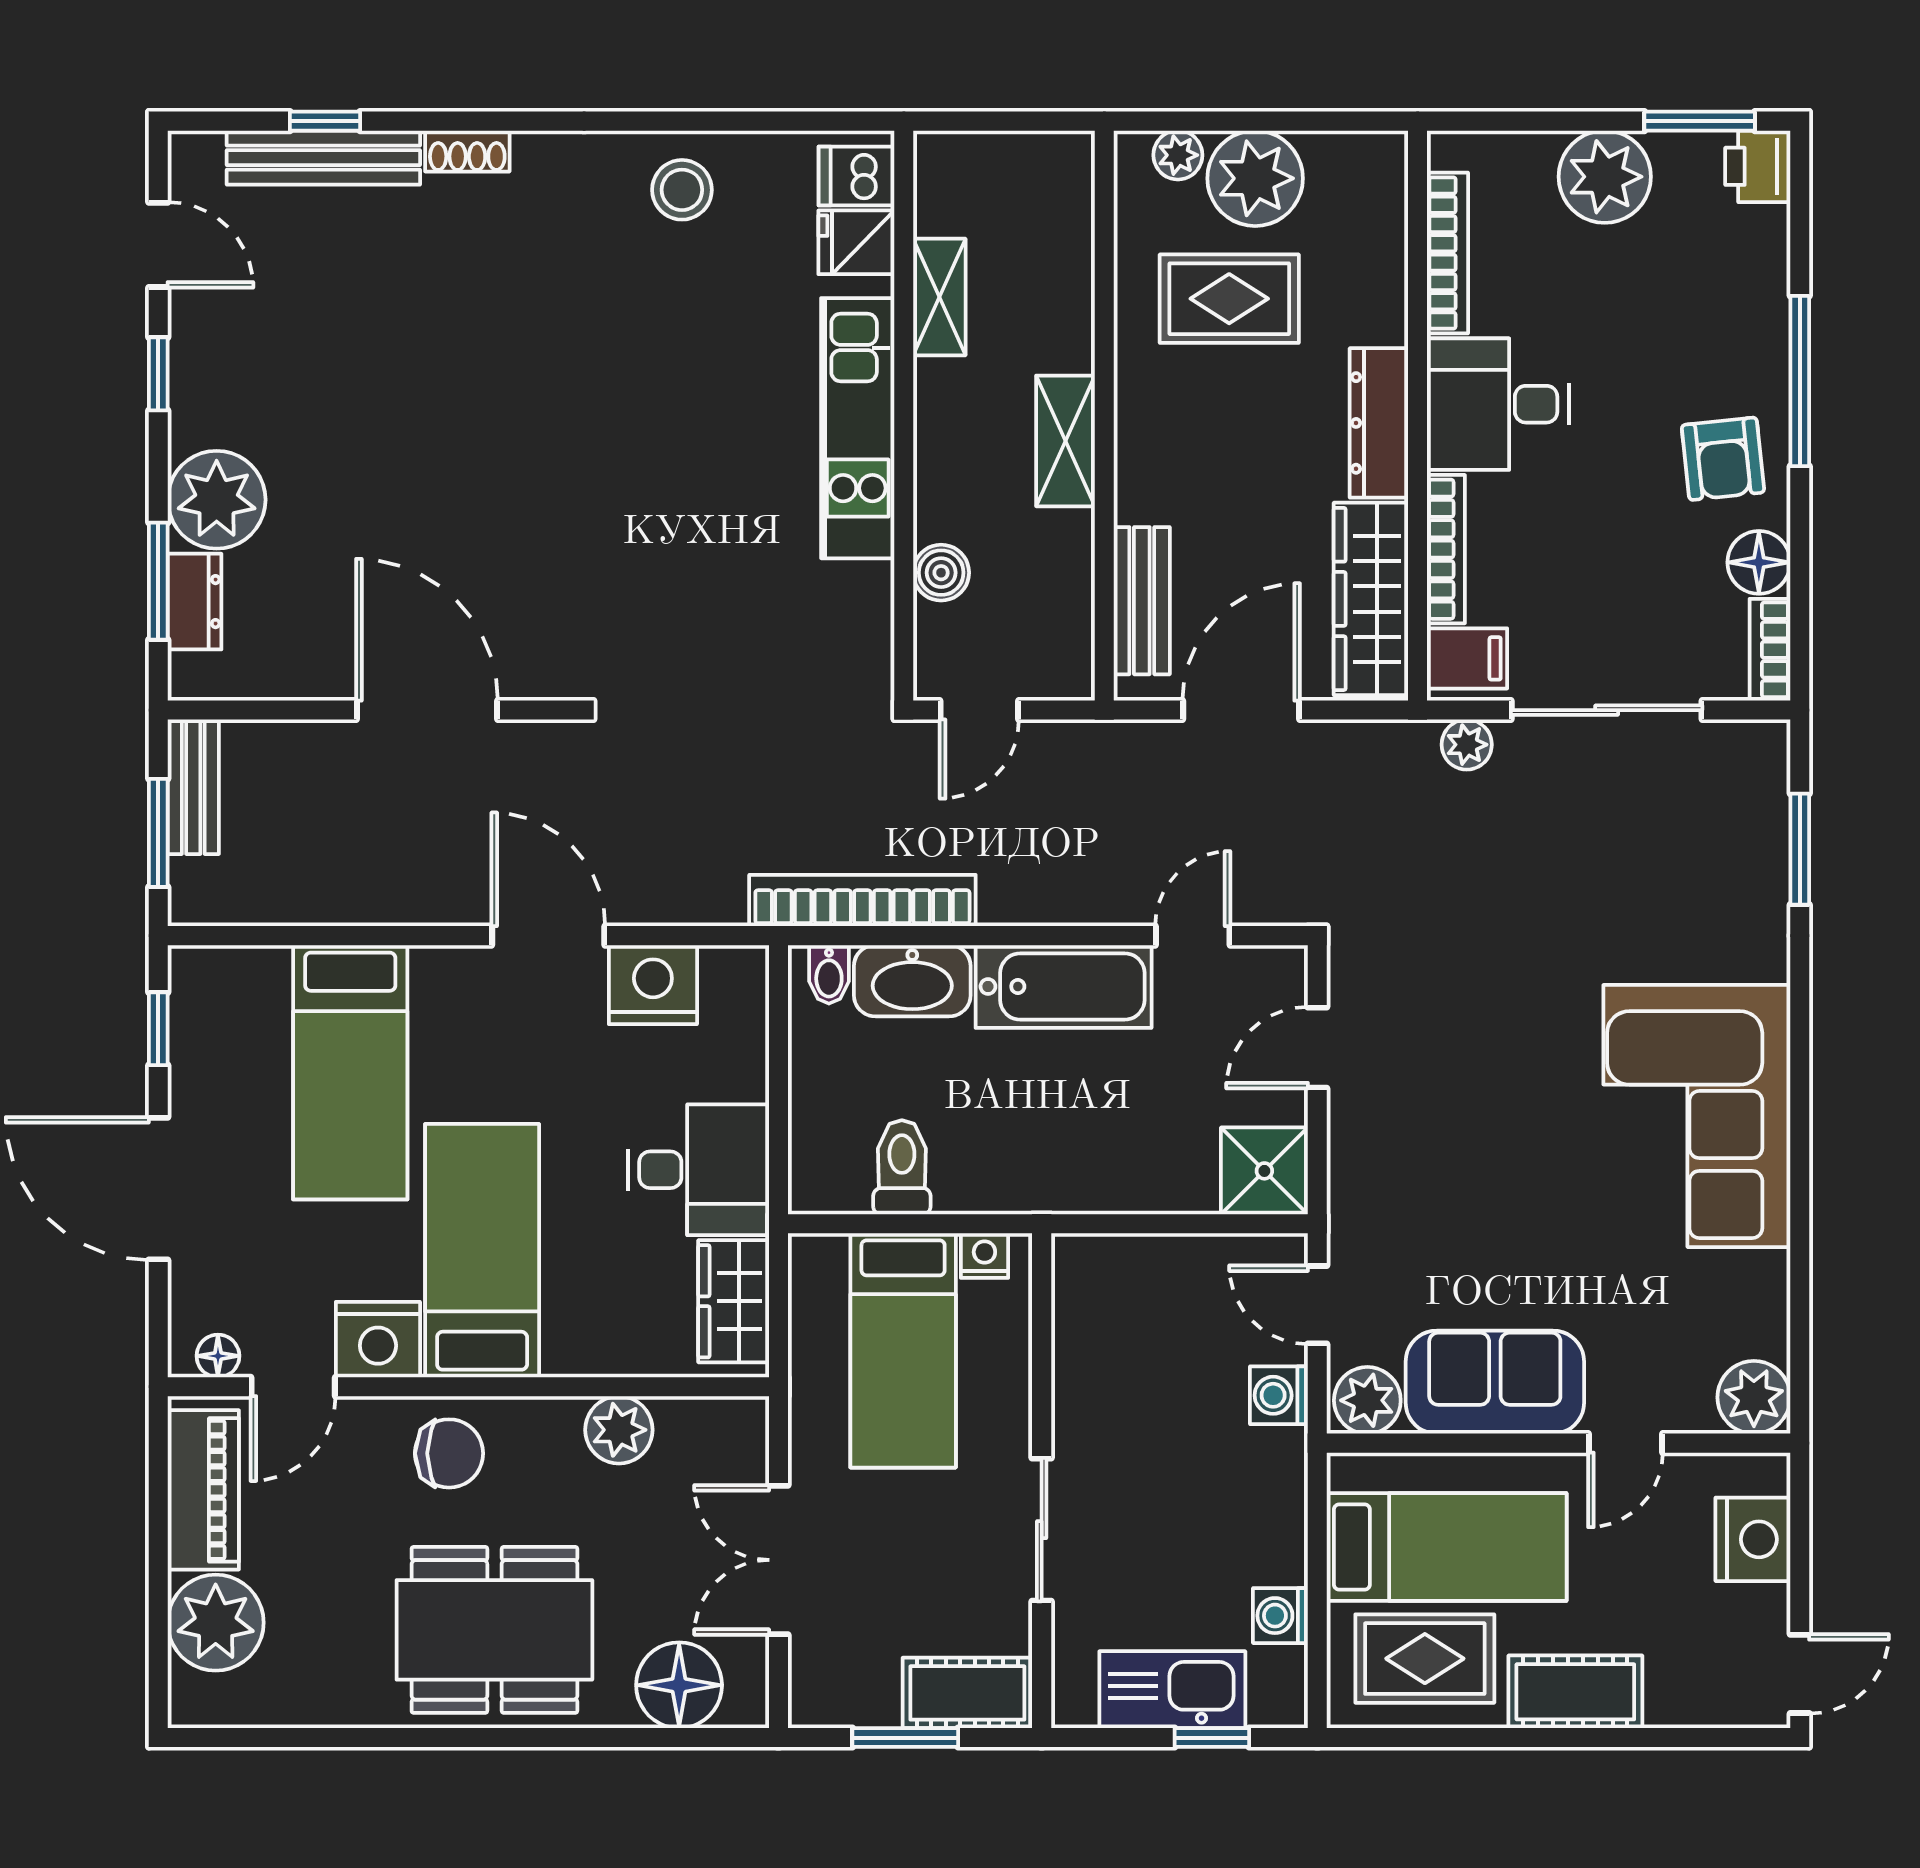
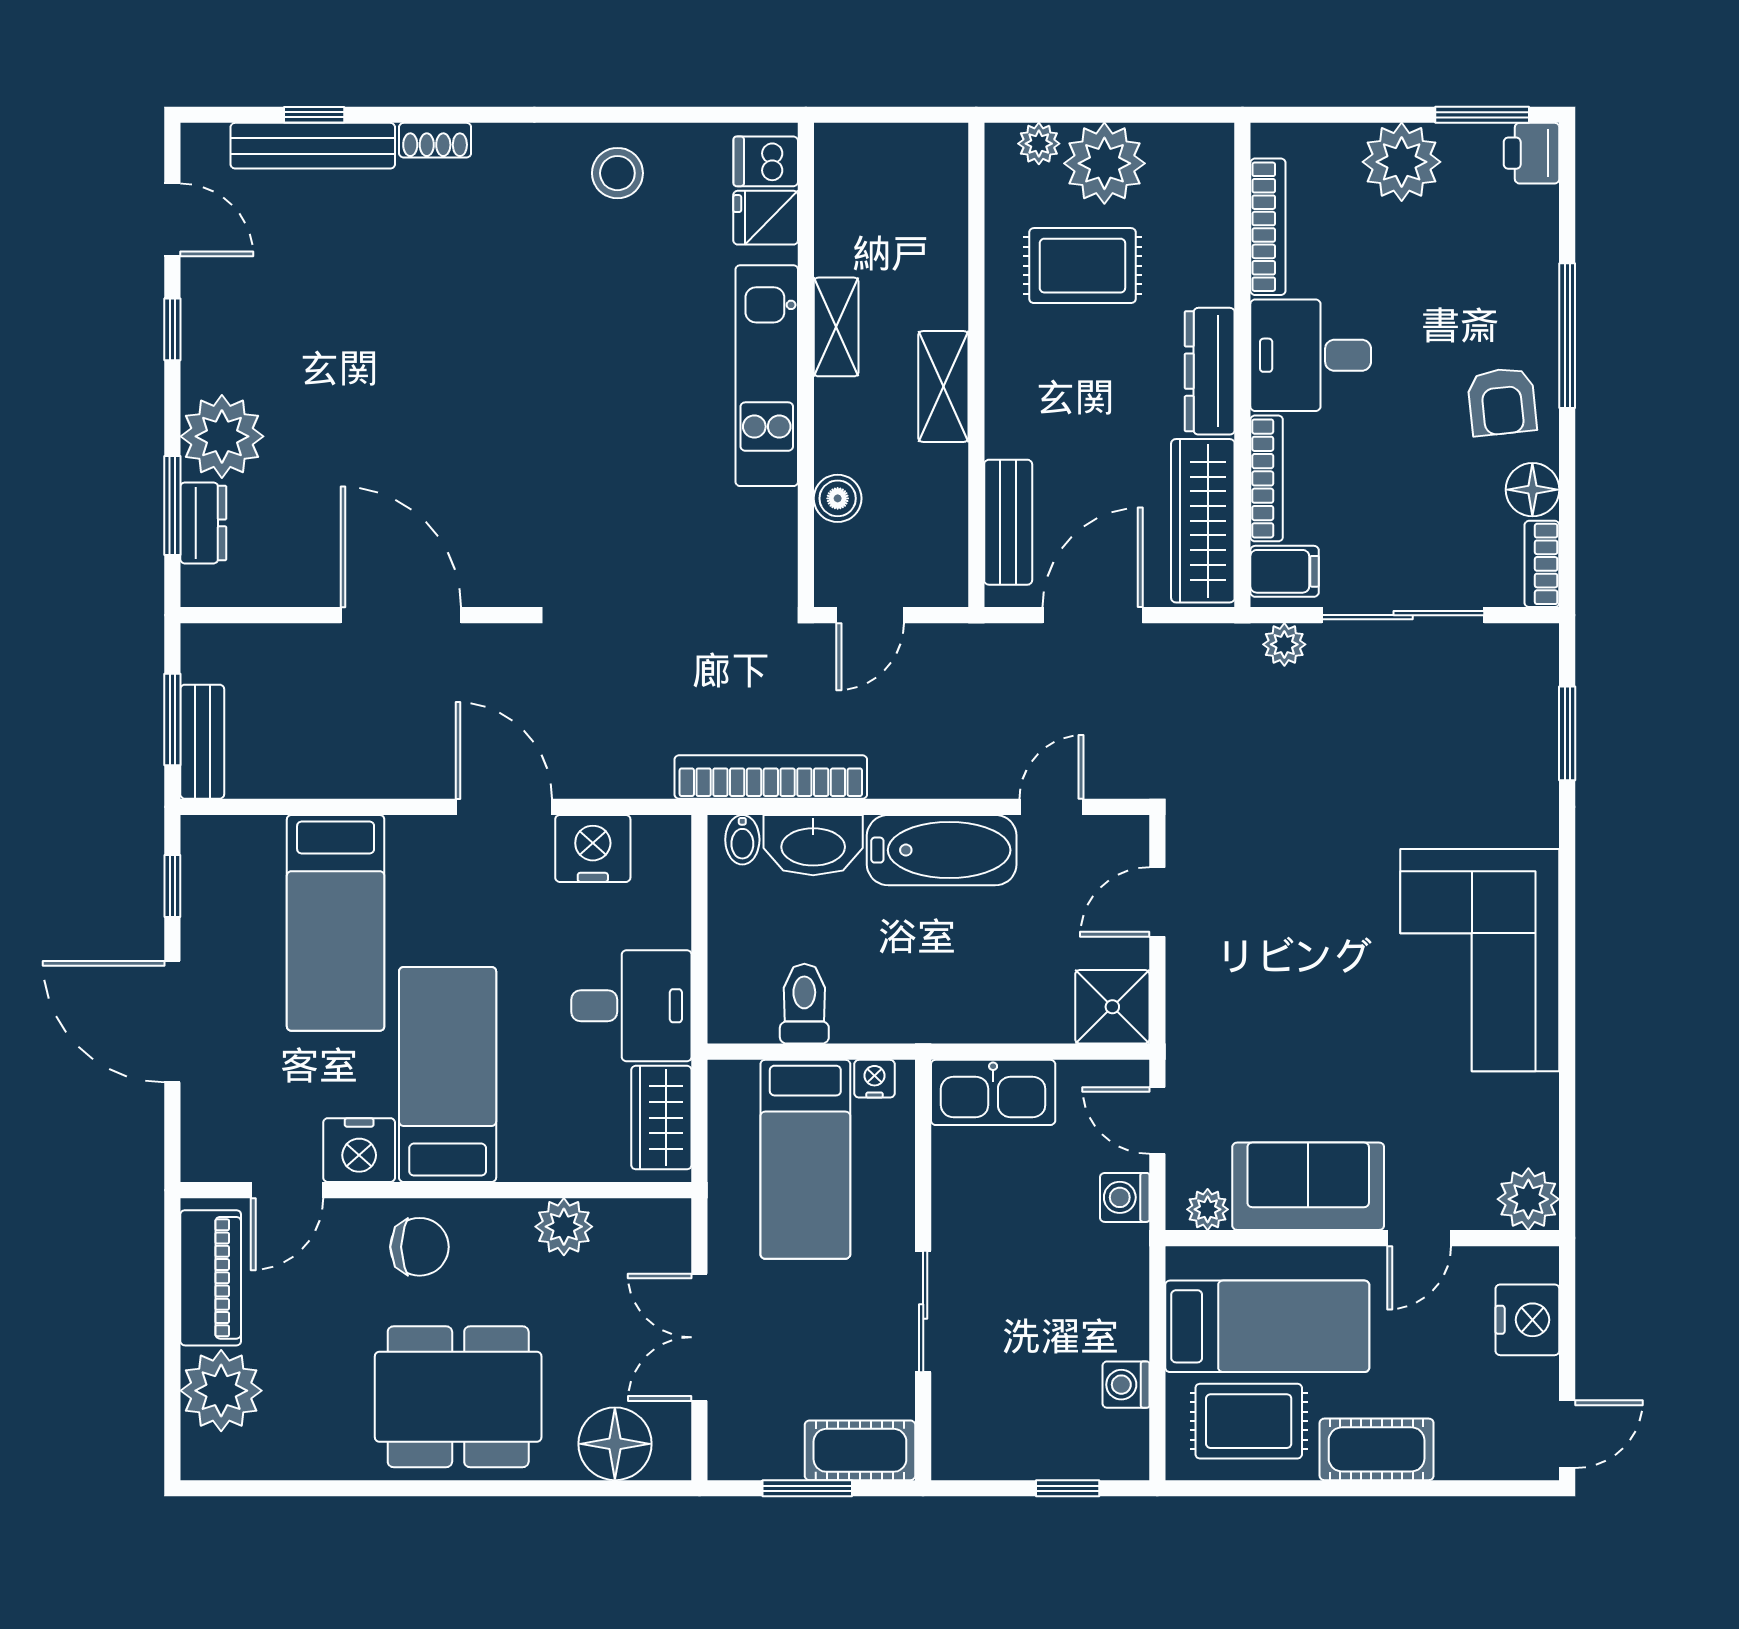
shelving: (939, 297) -> (836, 327), moved
bench: (193, 787) -> (202, 742), moved
floor lamp: (218, 1356) -> (223, 1164), removed
plant: (1367, 1400) -> (1208, 1209), width x0.73, depth x0.73
kitchen sink: (1172, 1690) -> (993, 1092), moved, turned 180

